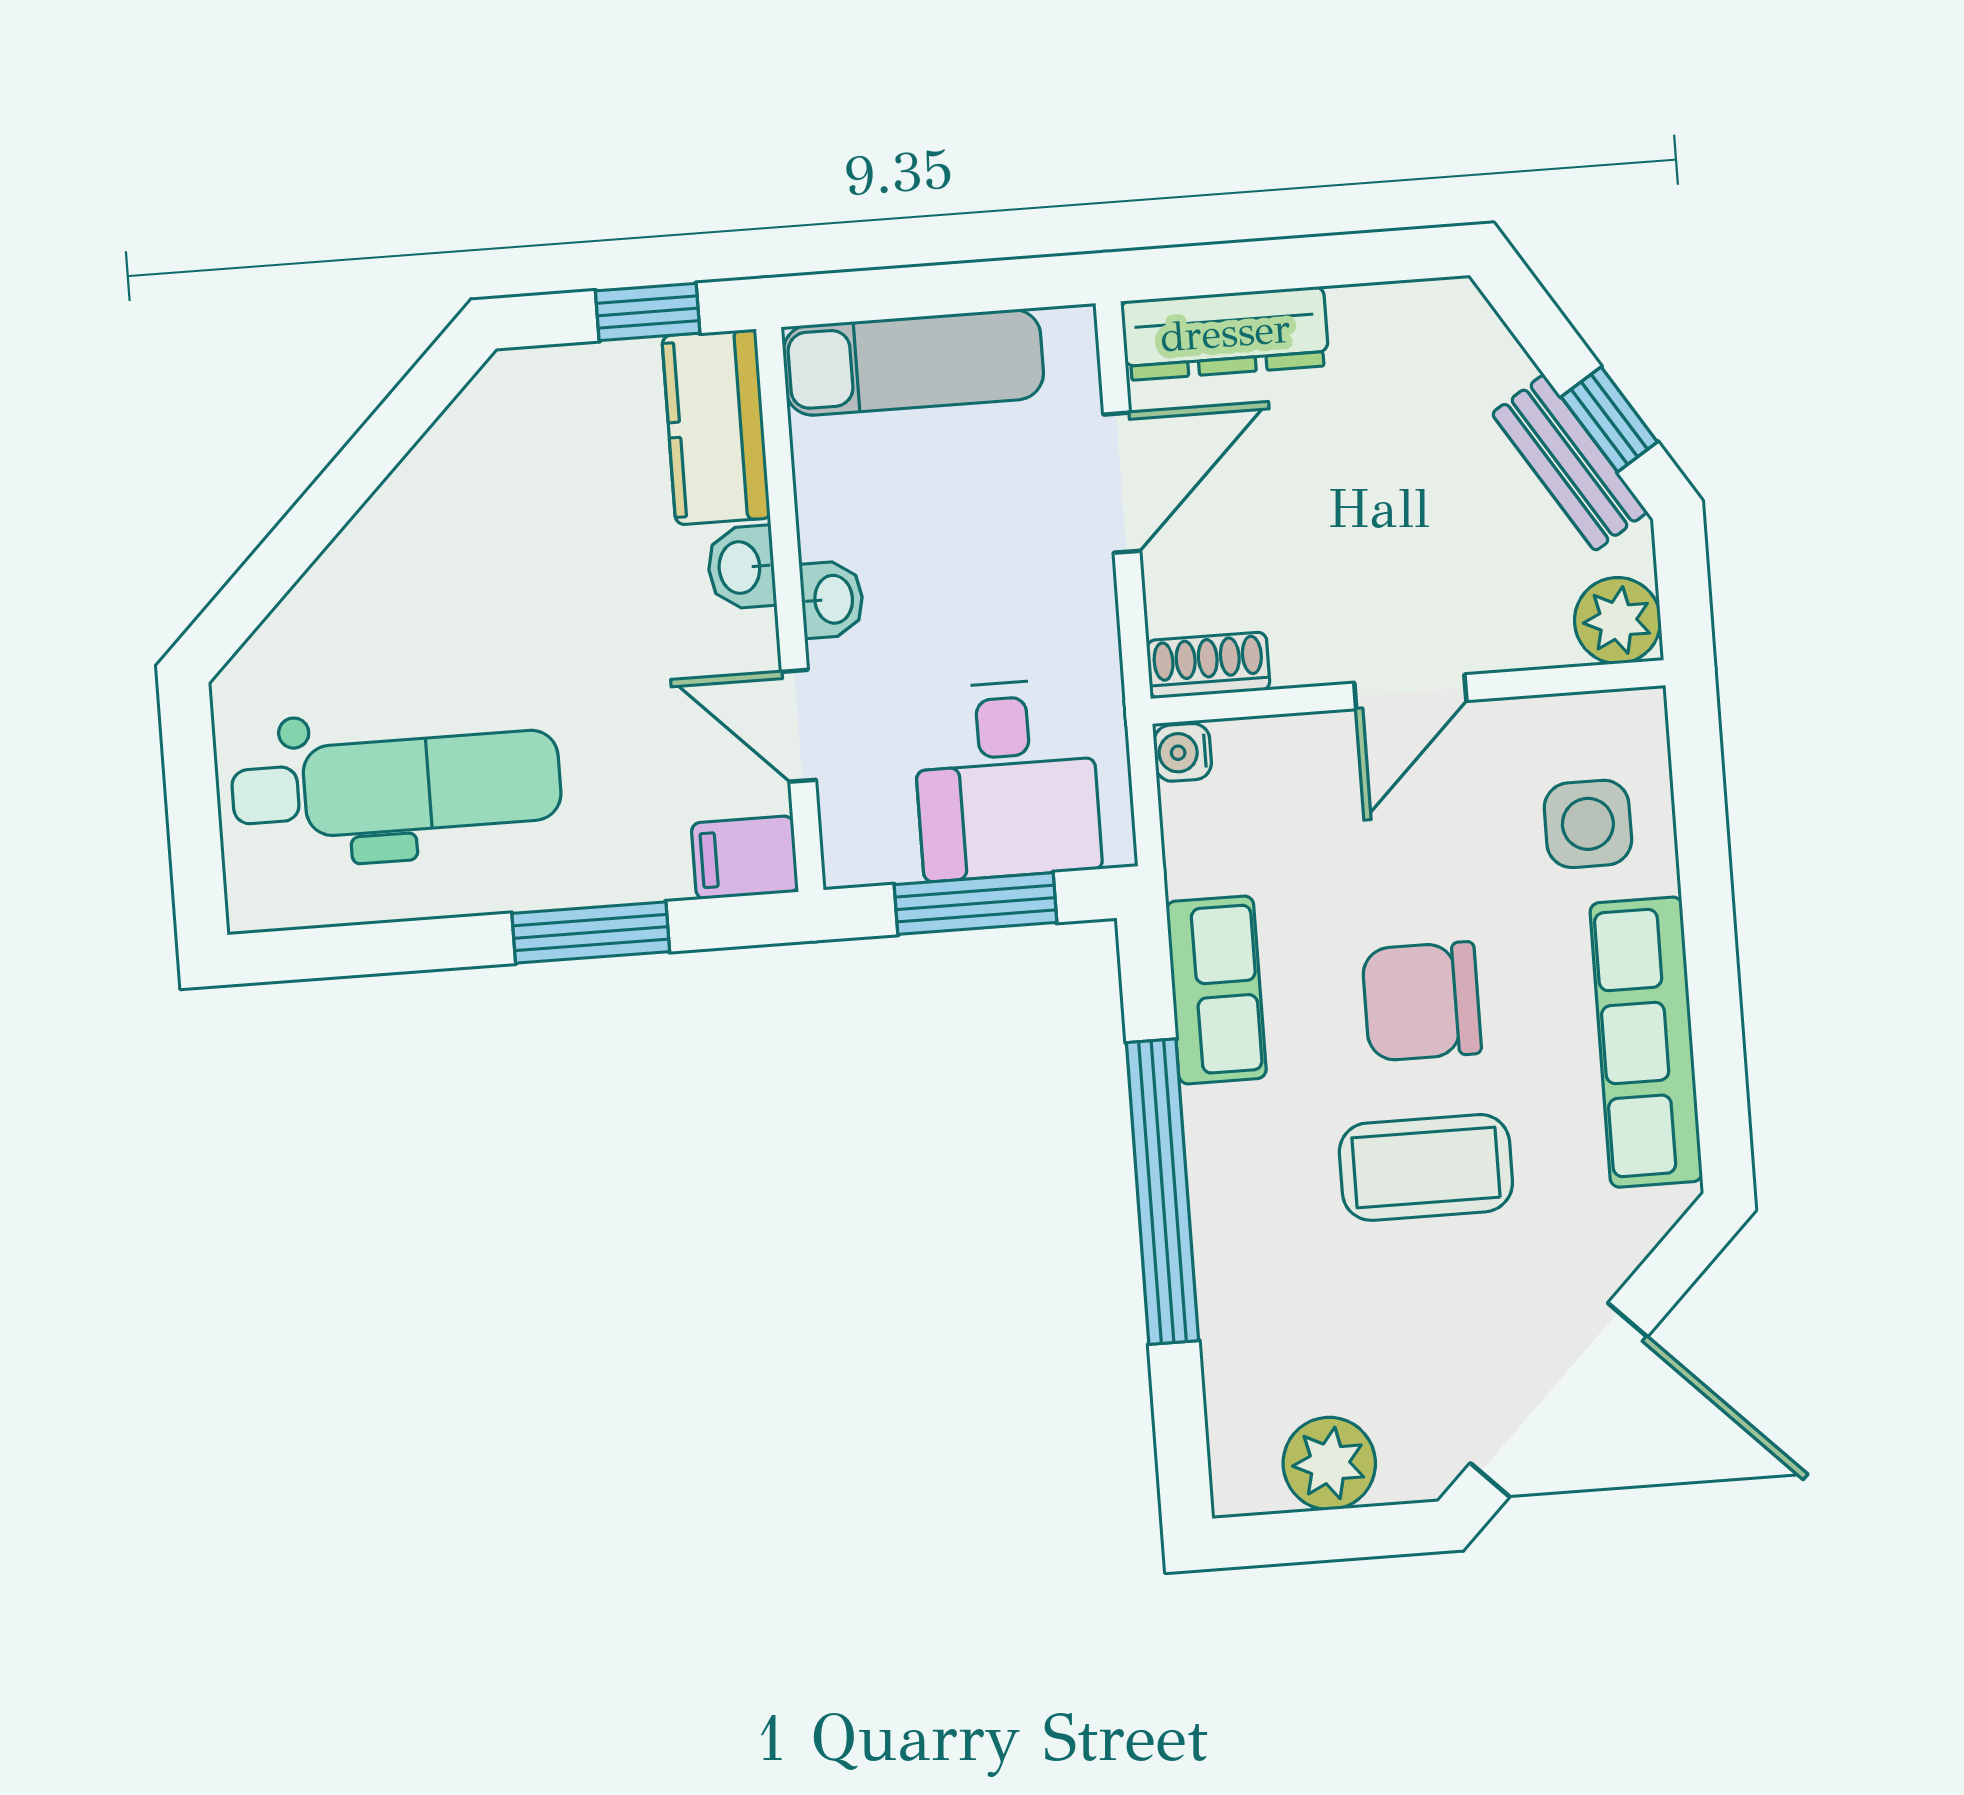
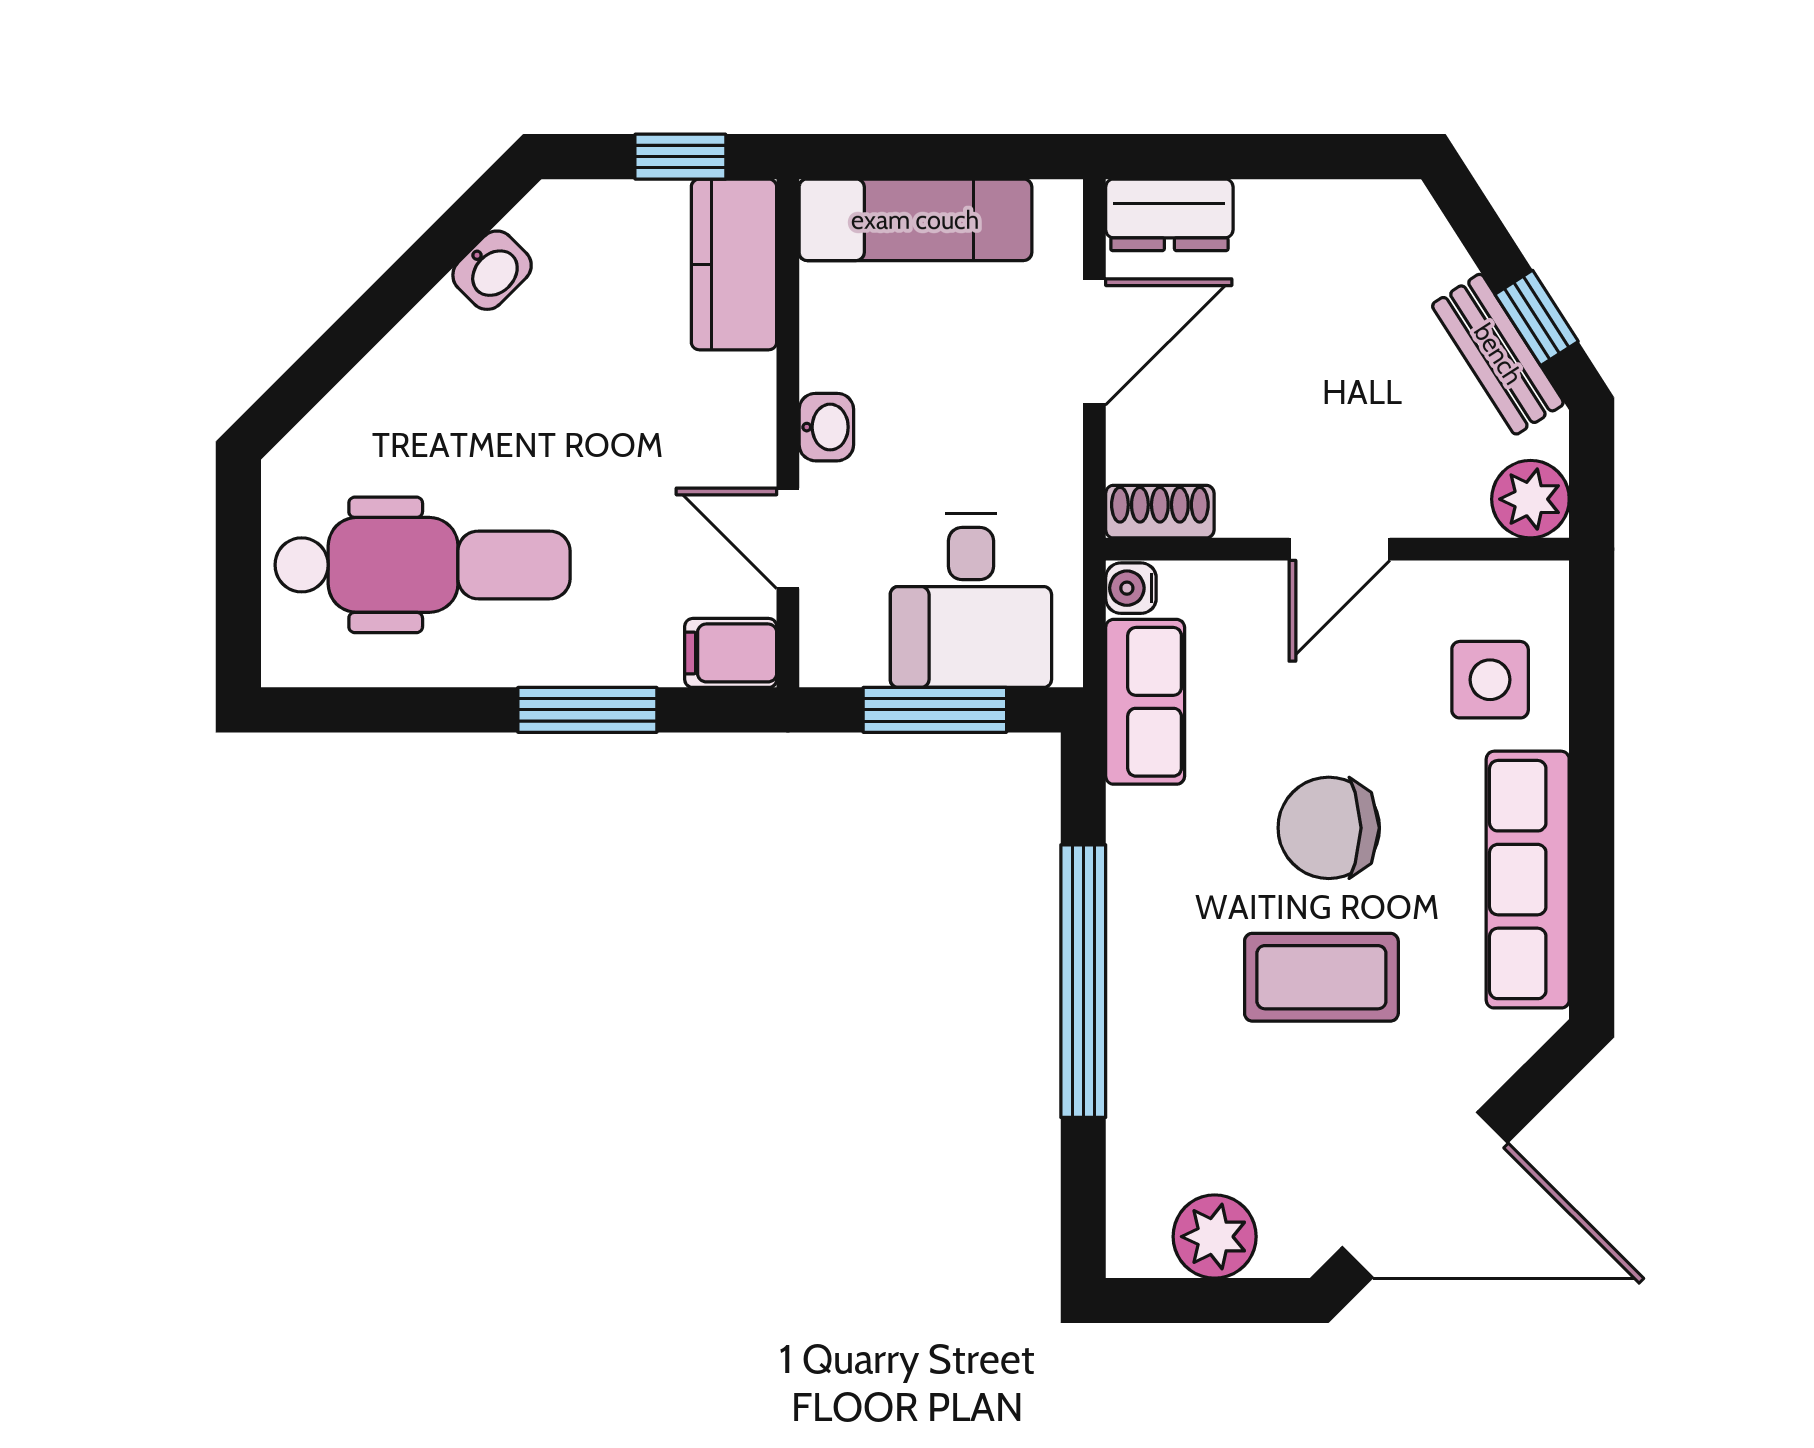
dresser: (1225, 333) -> (1169, 215), width x0.70
washbasin: (741, 567) -> (492, 270), moved, turned -135
row of seats: (1216, 990) -> (1145, 702), moved

